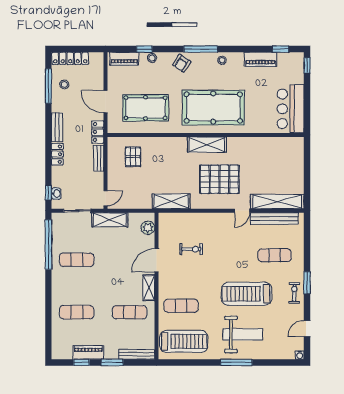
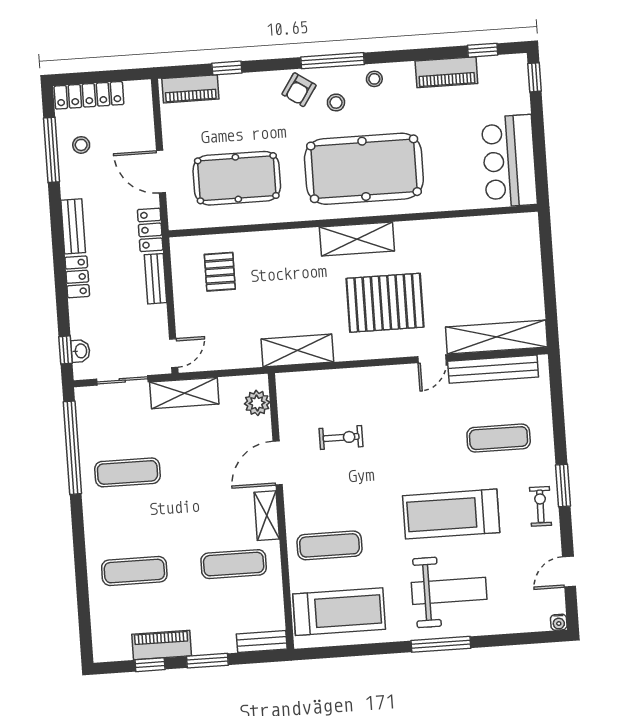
stool: (152, 58) -> (336, 102), moved
bench: (137, 354) -> (262, 642), width x0.73

